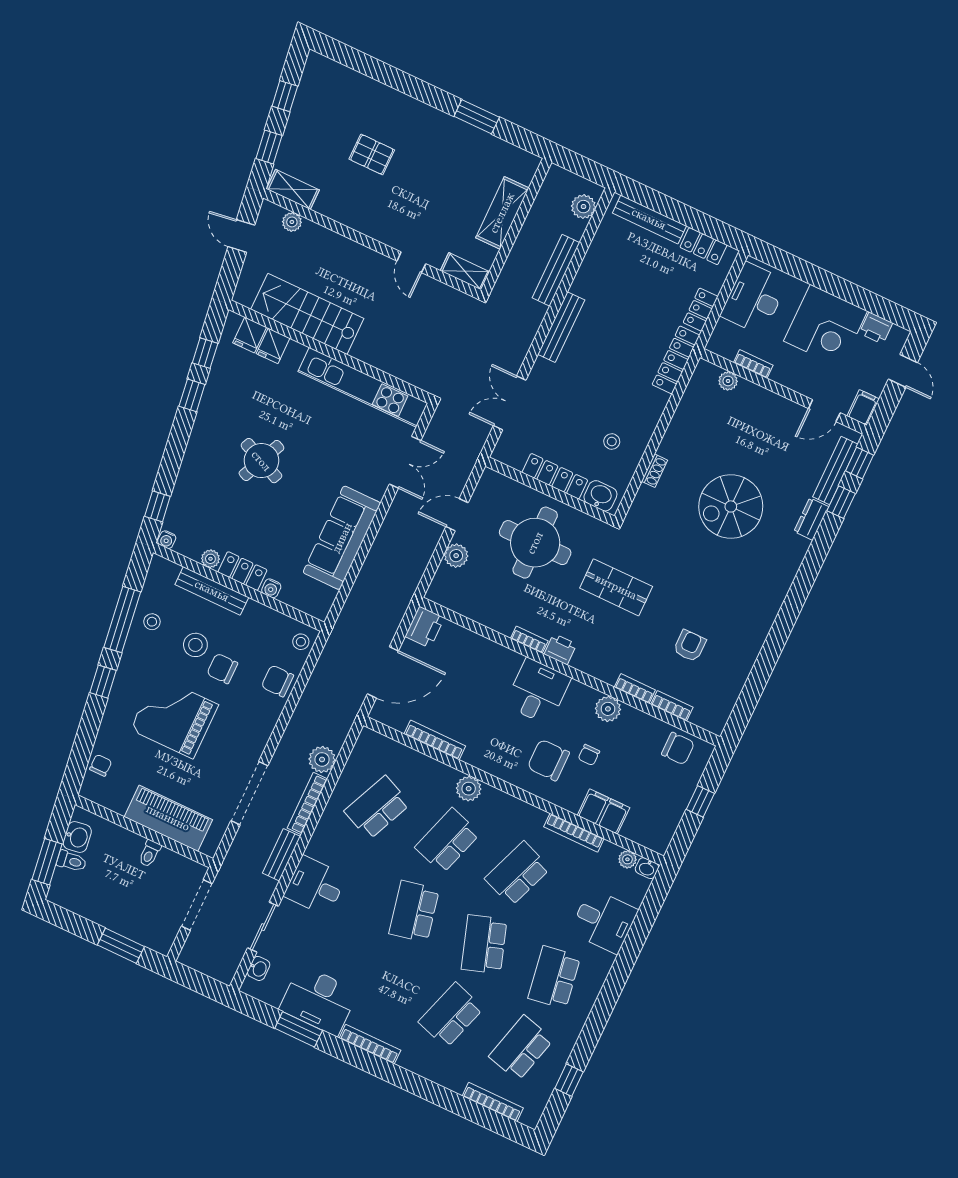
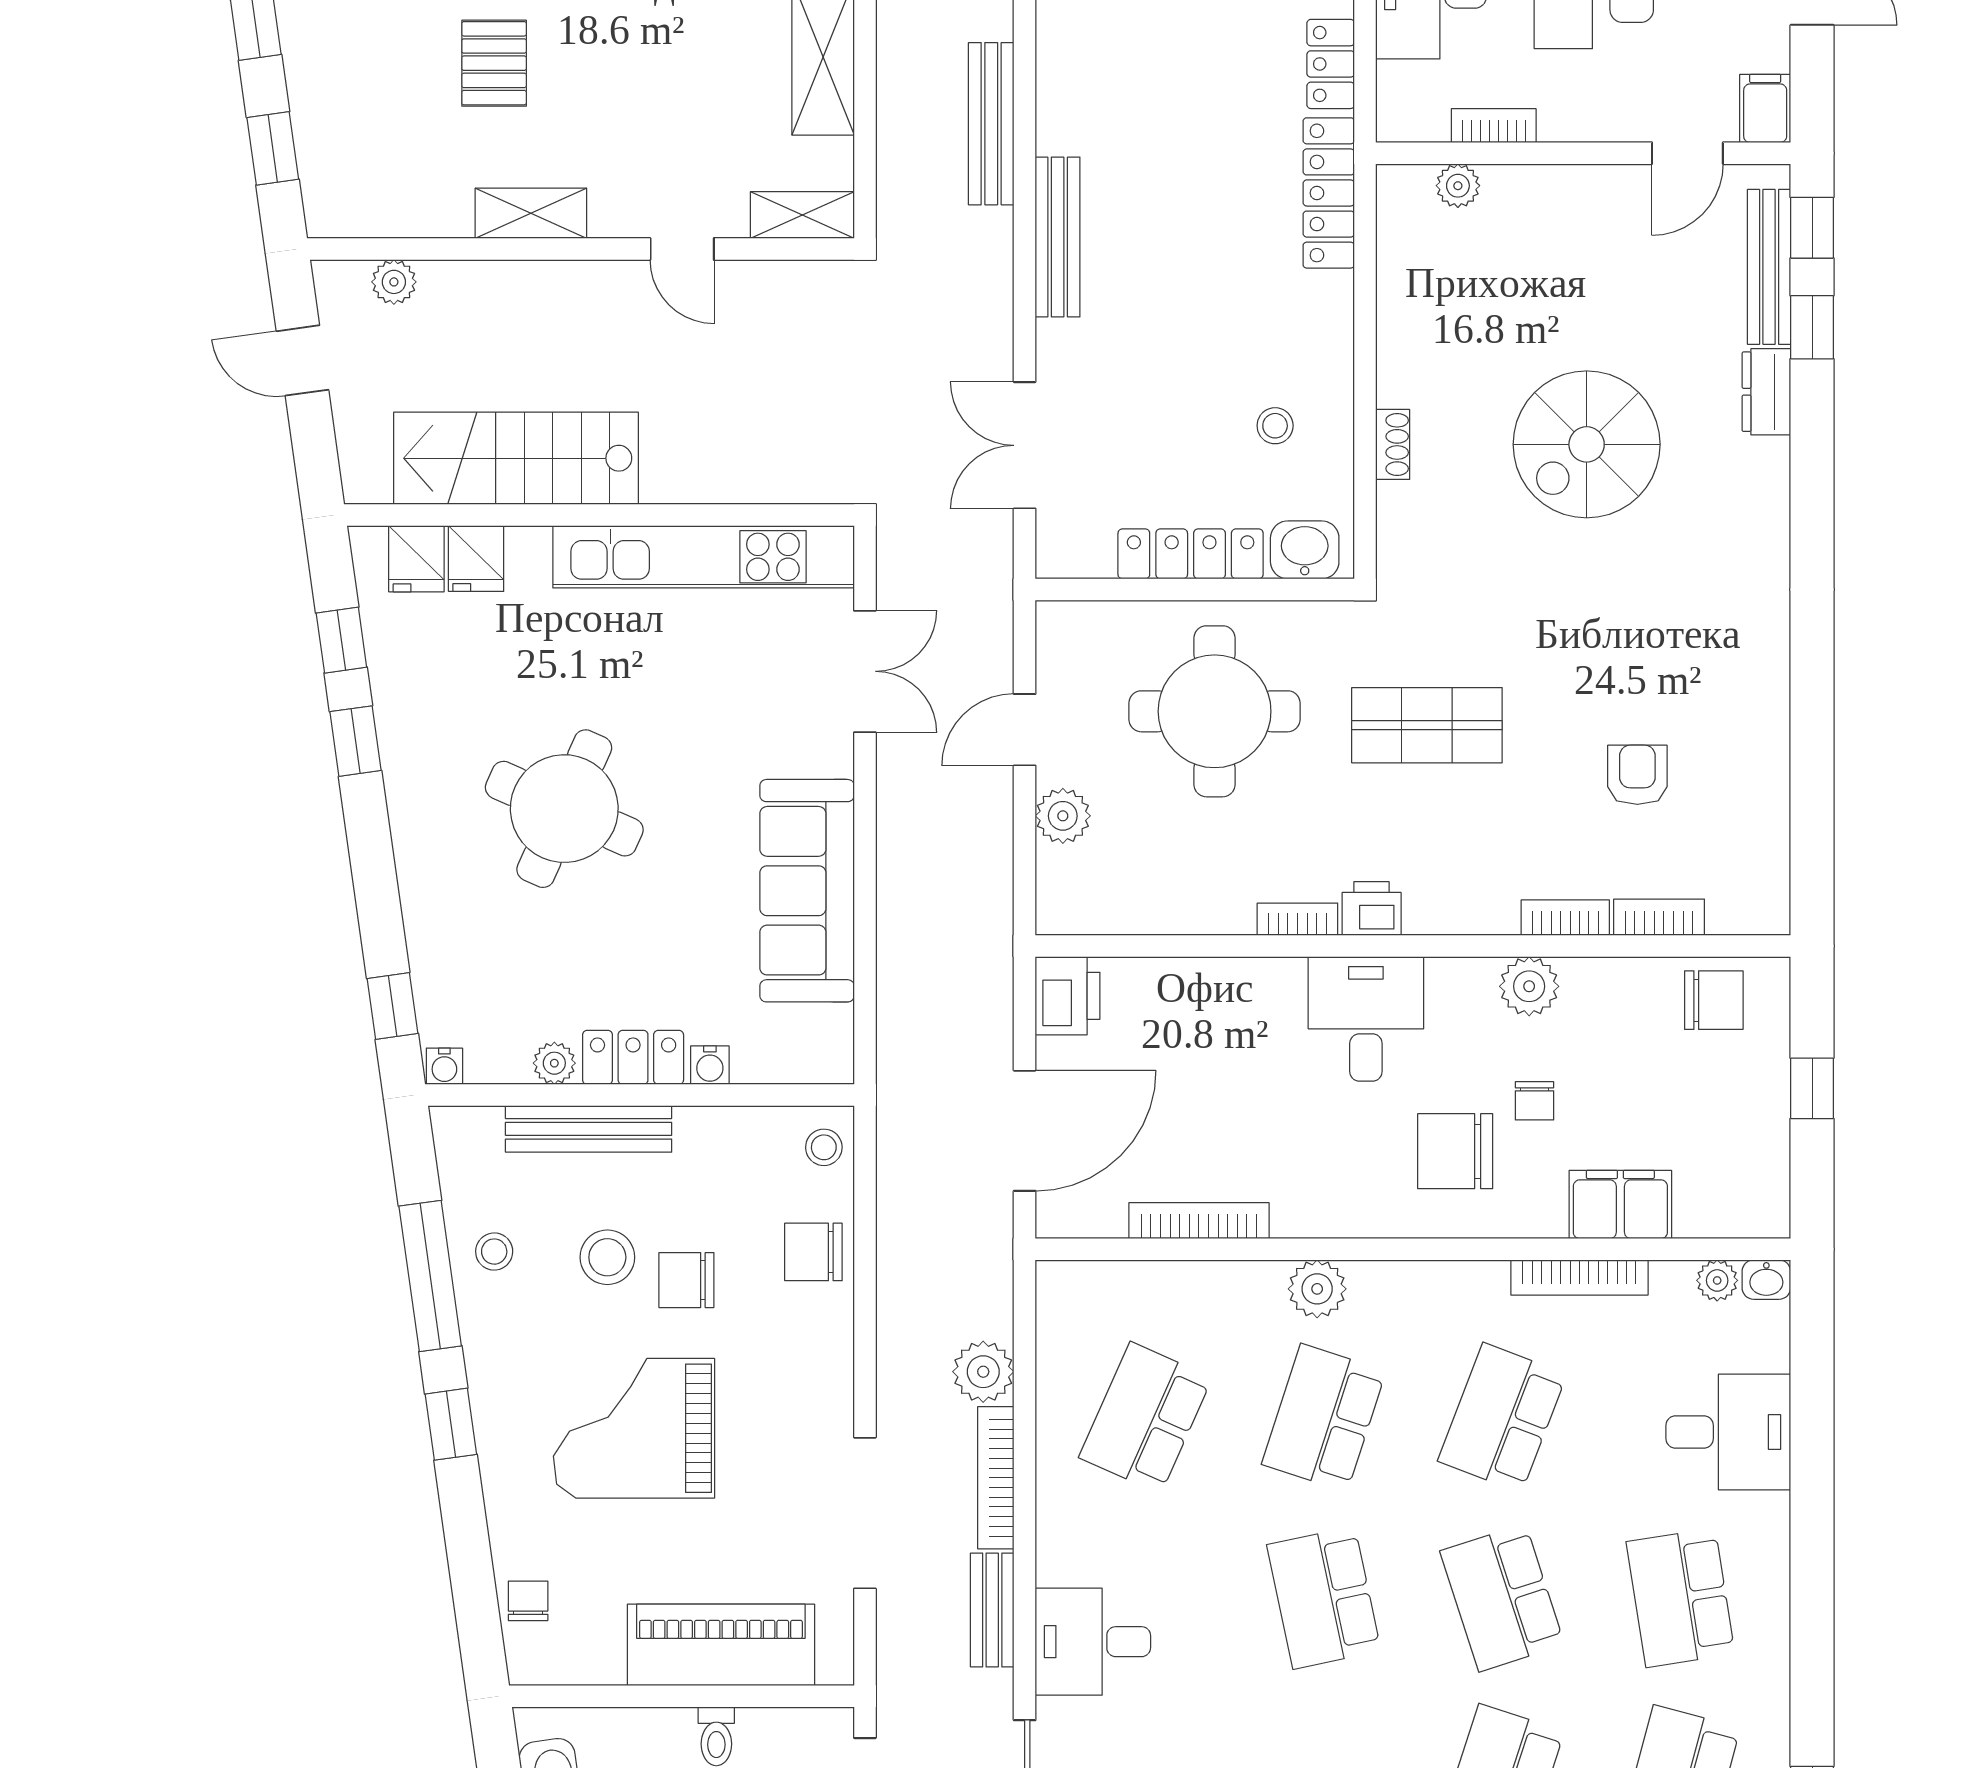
pallet: (372, 154) -> (494, 63), turned 90
shelving: (293, 189) -> (531, 213), moved
round table: (261, 461) -> (564, 809), width x1.36, depth x1.36

